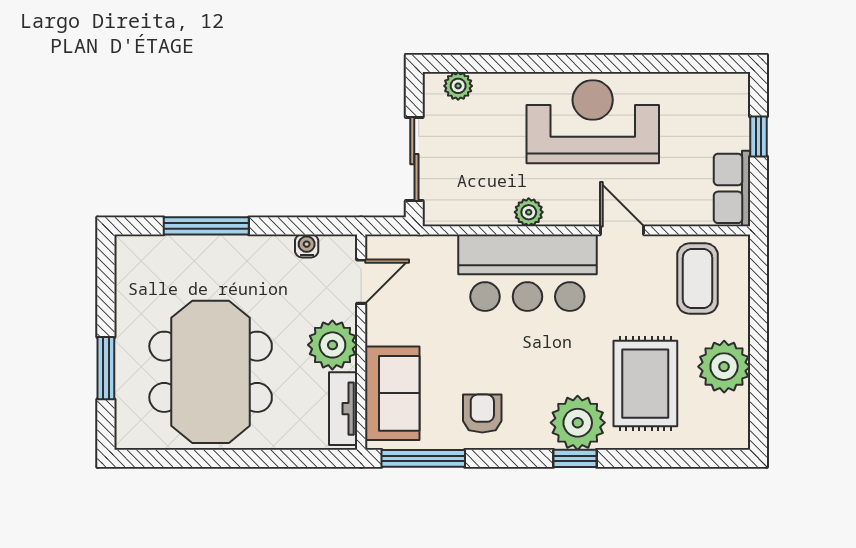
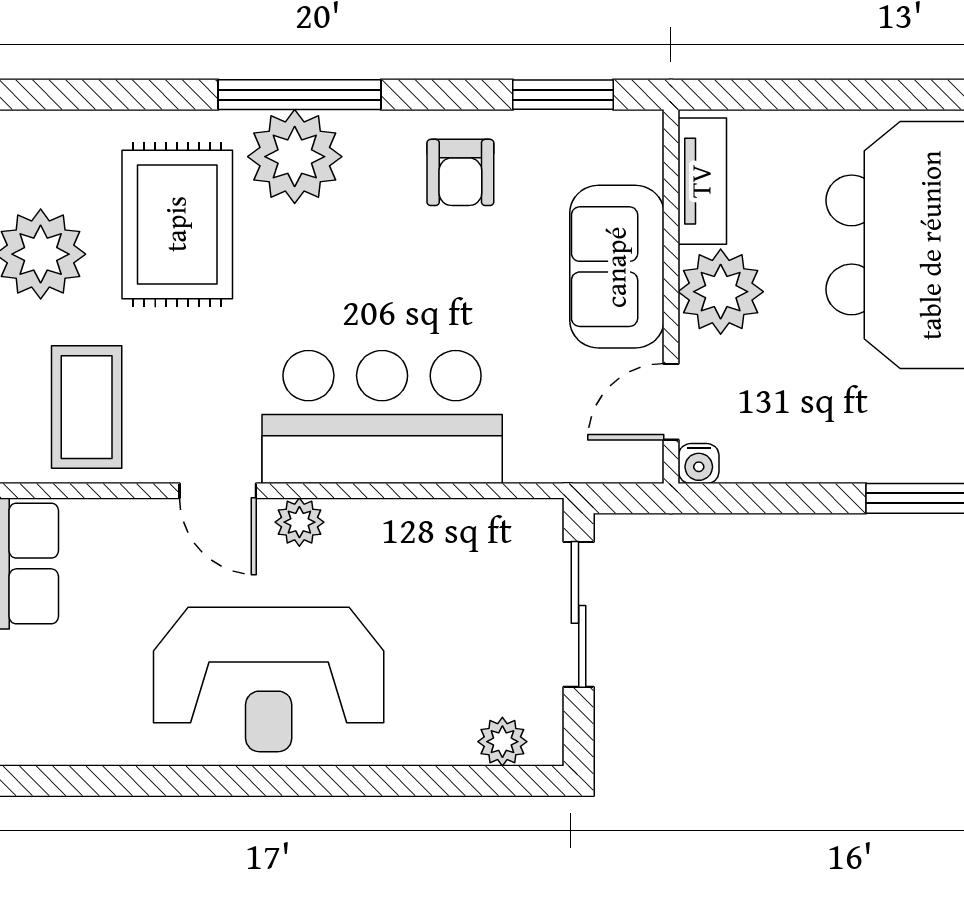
plant: (529, 212) -> (299, 522), moved
water cooler: (307, 246) -> (699, 464), moved
sofa: (392, 393) -> (617, 267), moved
window: (423, 458) -> (563, 95), width x0.69
window: (575, 458) -> (300, 95), width x2.17

